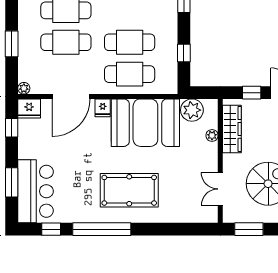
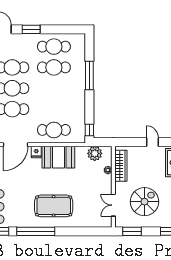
cafe table: (130, 42) -> (54, 109), removed
window: (184, 53) -> (89, 130), moved
window: (252, 93) -> (134, 142), removed
booth: (145, 123) -> (58, 157), width x0.73, depth x0.70

